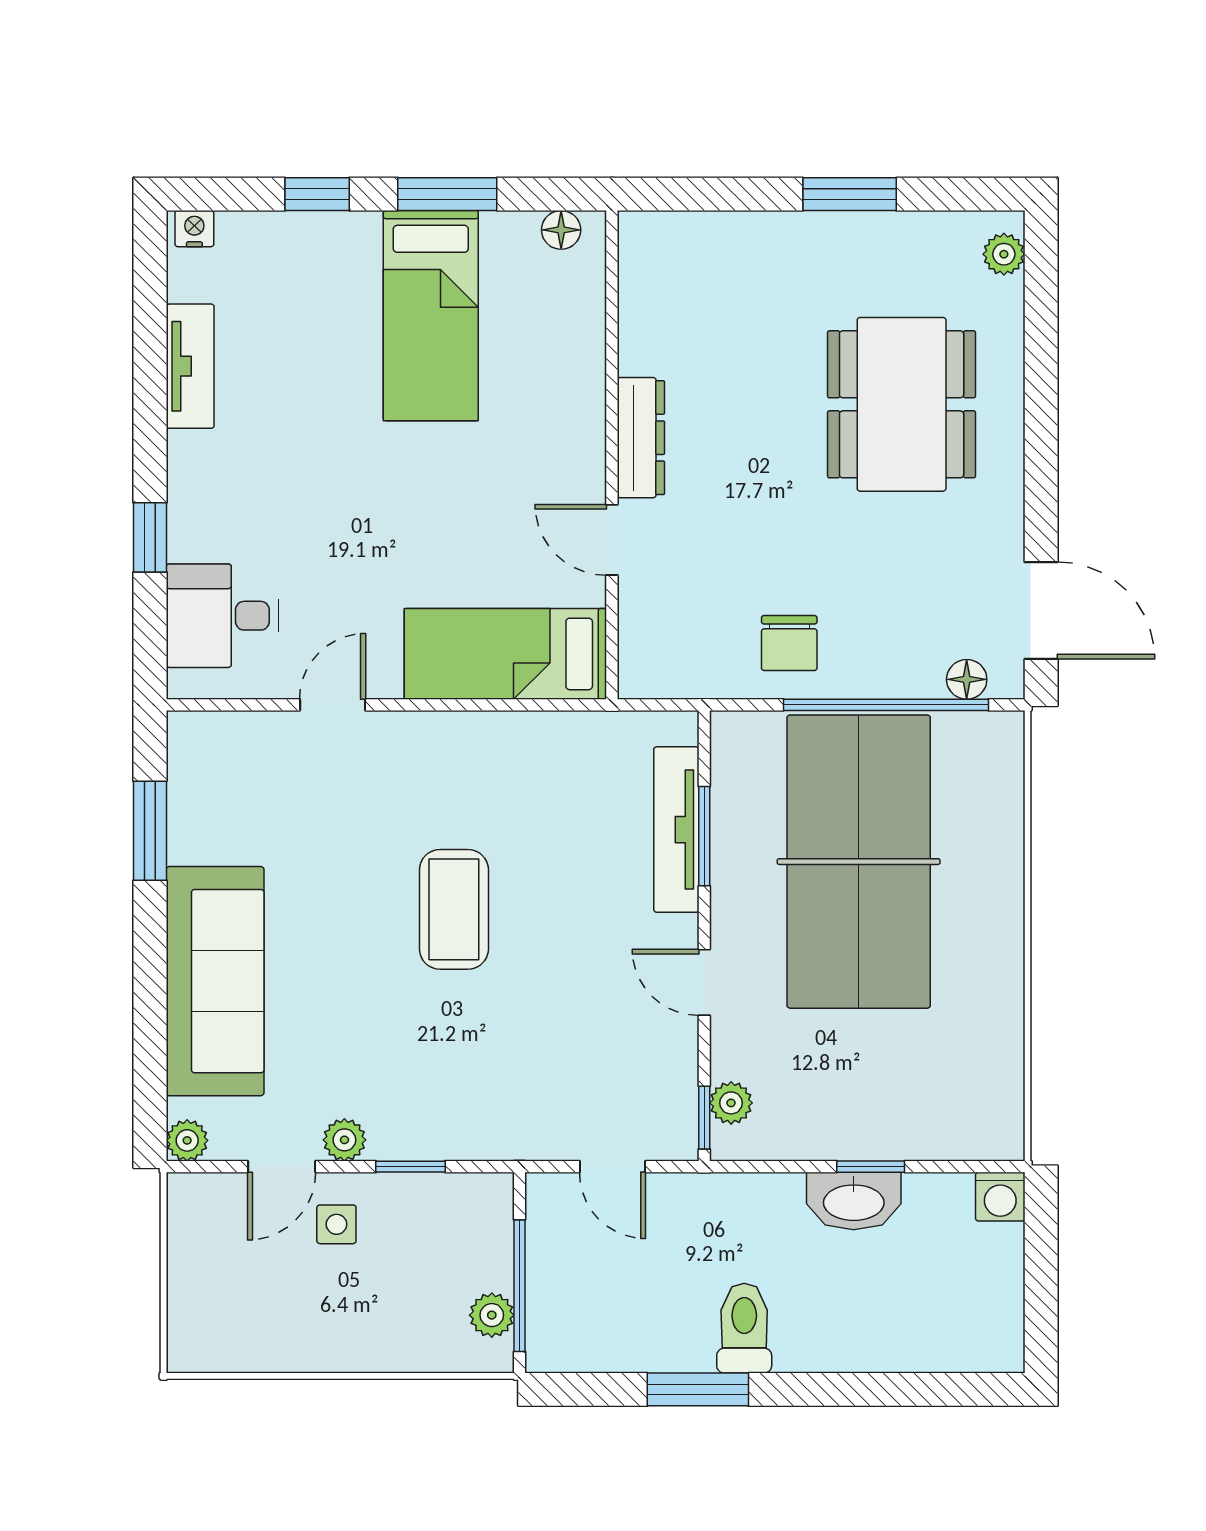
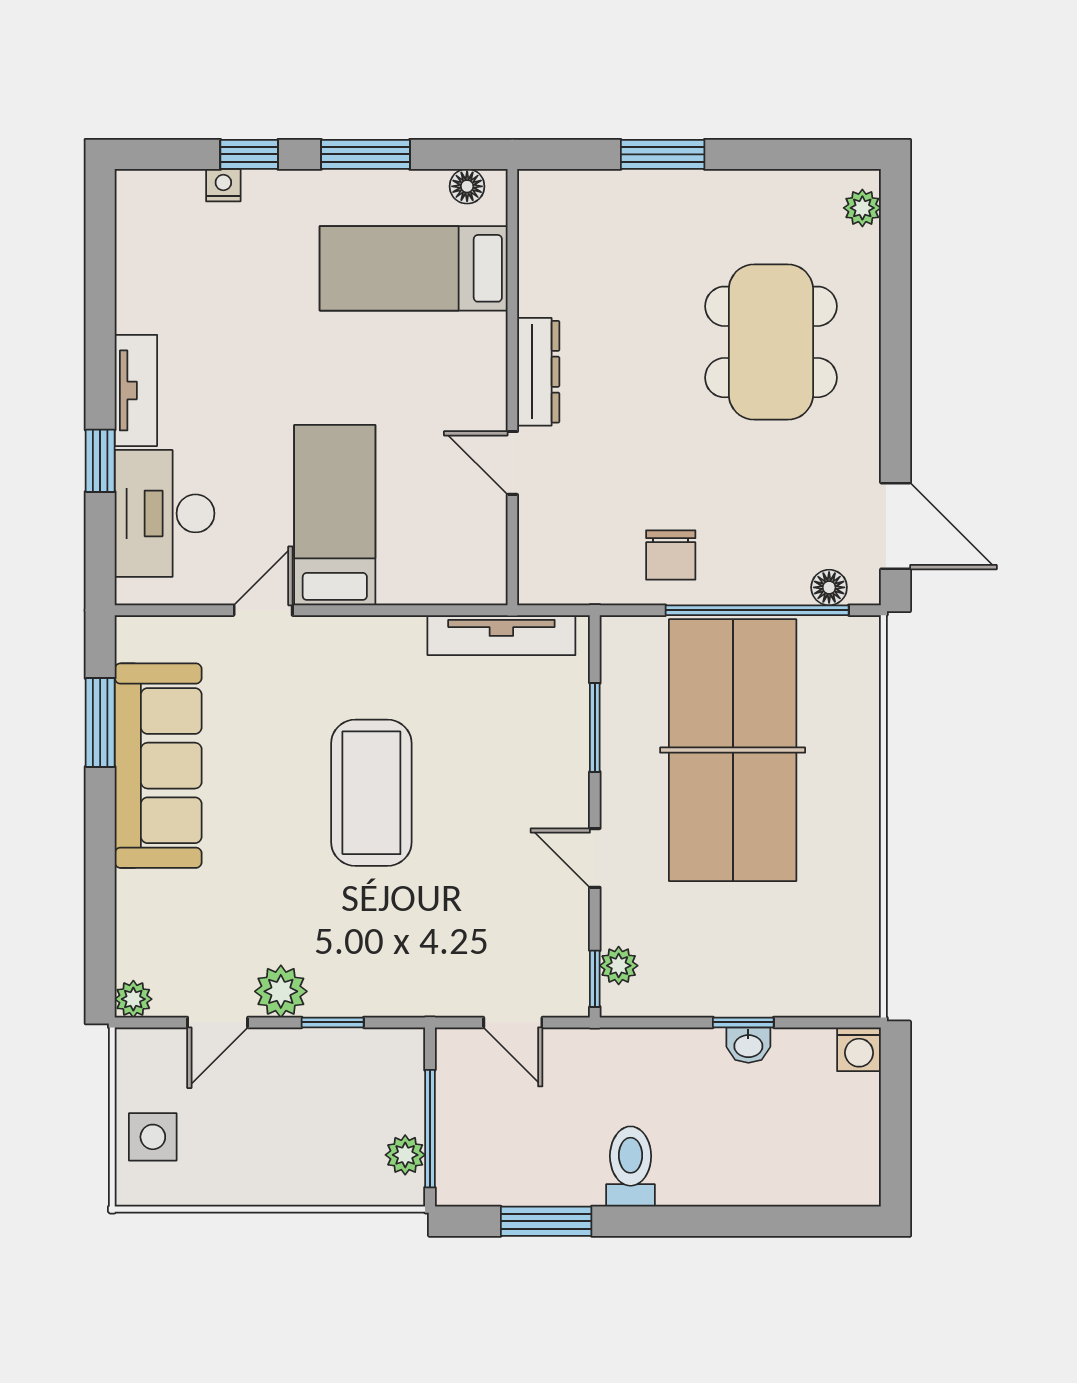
window: (850, 194) -> (663, 154), moved
nightstand: (194, 229) -> (223, 185), moved
bed: (431, 316) -> (414, 268), moved, turned 90
tv unit: (190, 366) -> (136, 390), moved
desk: (222, 616) -> (165, 513), width x1.37
bed: (505, 654) -> (335, 515), moved, turned 90
tv unit: (676, 830) -> (501, 635), moved, turned -90
coffee table: (454, 909) -> (371, 793), width x1.36, depth x1.32
sofa: (215, 981) -> (158, 766), moved
plant: (344, 1140) -> (281, 991), width x1.38, depth x1.38
washbasin: (854, 1201) -> (748, 1045), width x0.52, depth x0.69
side table: (336, 1224) -> (153, 1137), moved, width x1.37, depth x1.37
window: (698, 1389) -> (546, 1221), moved

